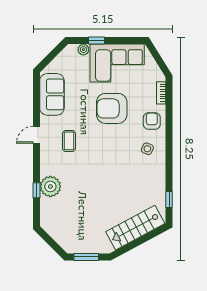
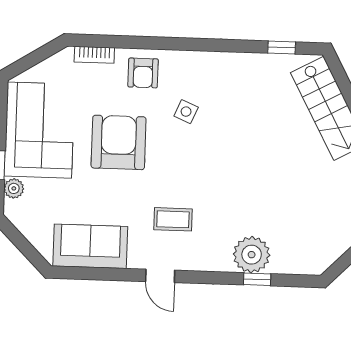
armchair: (112, 108) -> (119, 142), turned 180
armchair: (152, 121) -> (143, 73), turned -90
side table: (147, 149) -> (186, 112), moved

